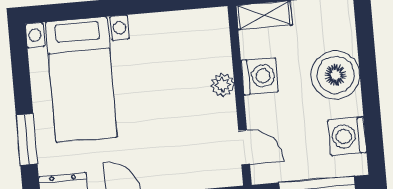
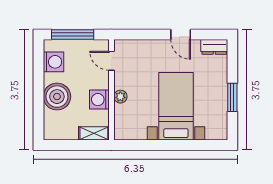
bed with nightstands: (81, 80) -> (176, 106), moved
window: (27, 139) -> (232, 97), moved

